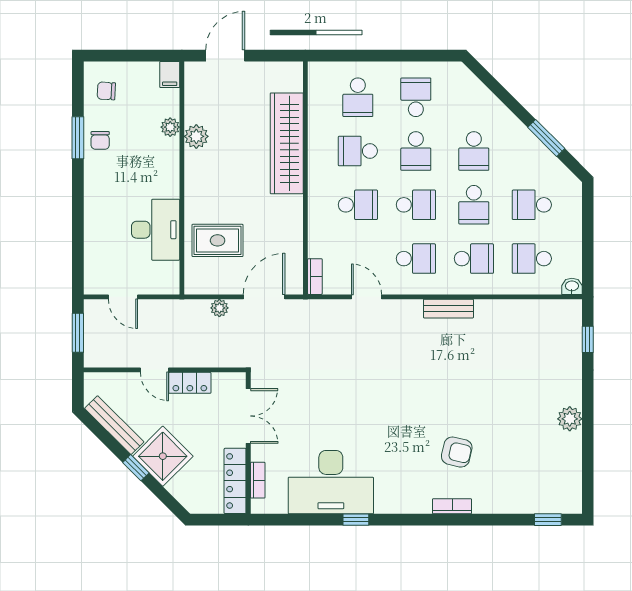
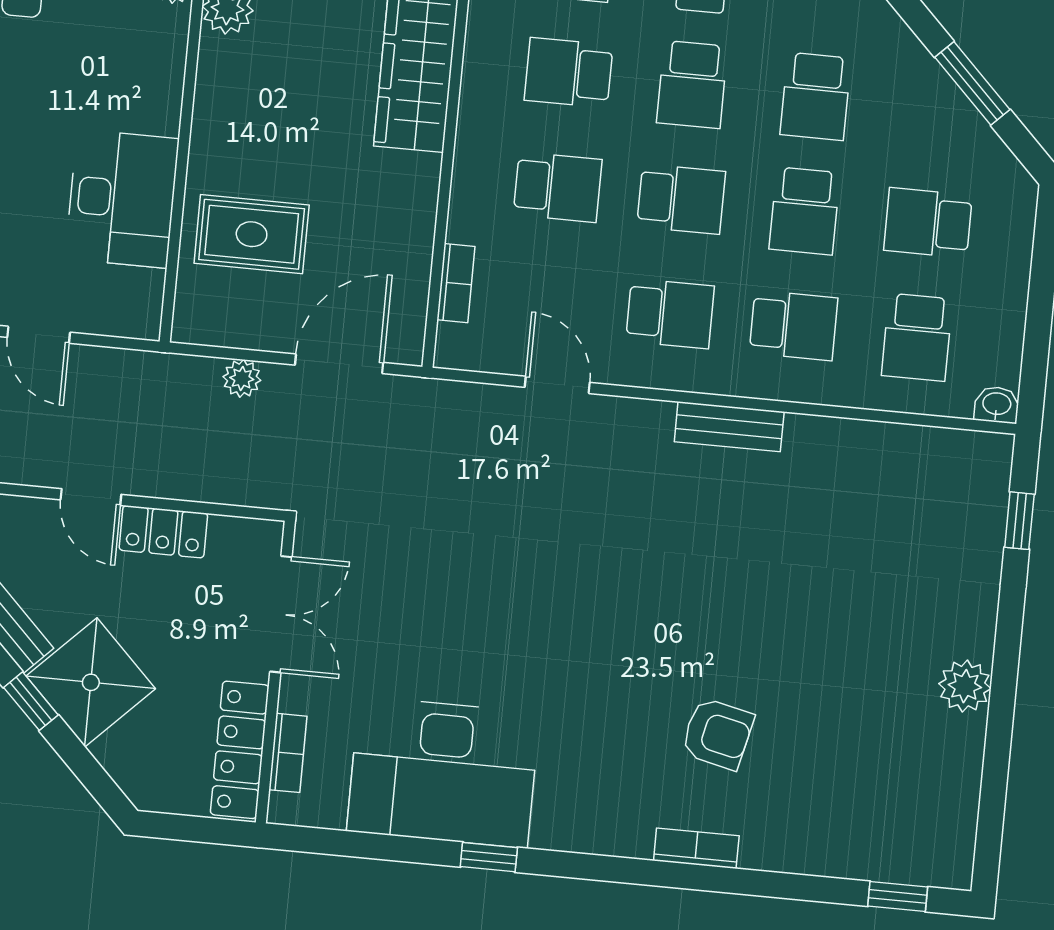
school desk: (532, 259) -> (917, 337), turned -90
bookcase: (315, 277) -> (456, 283), moved

